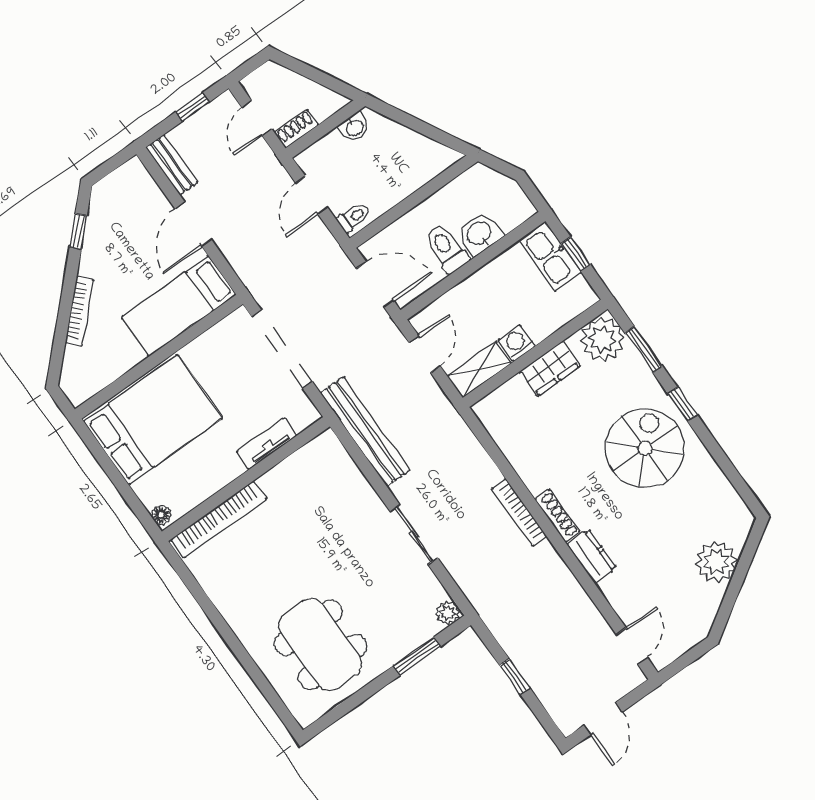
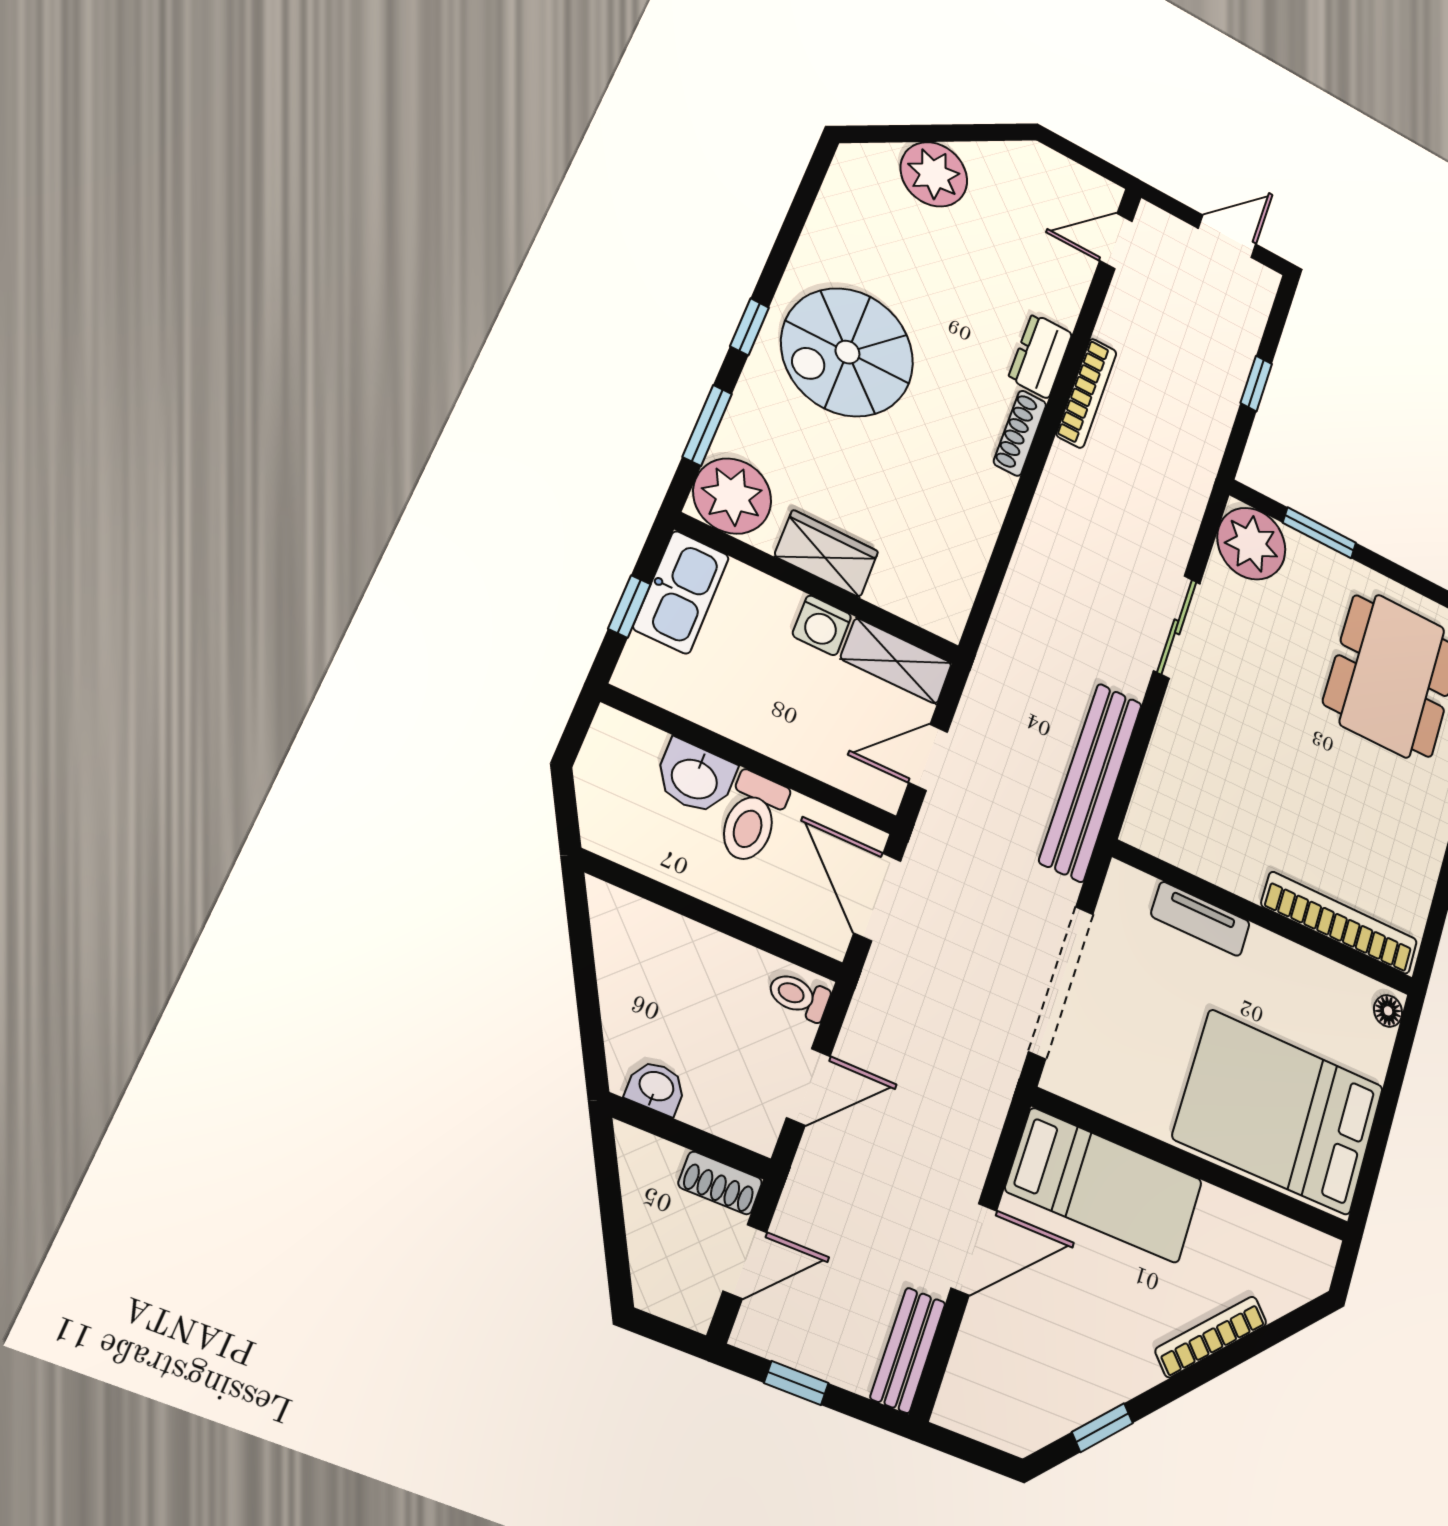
kitchen sink: (550, 256) -> (681, 592), moved
bookcase: (519, 512) -> (1087, 393), moved
plant: (448, 613) -> (1251, 544), width x1.87, depth x1.87

